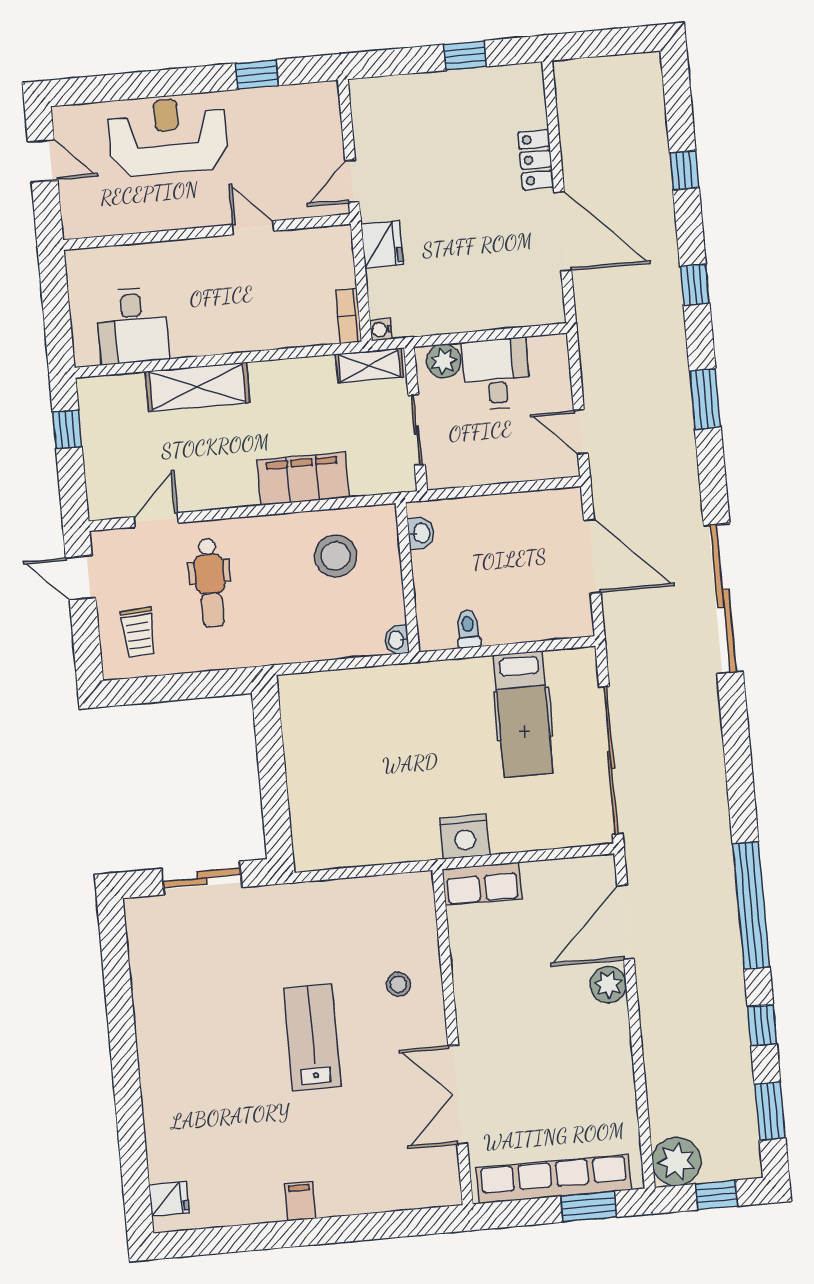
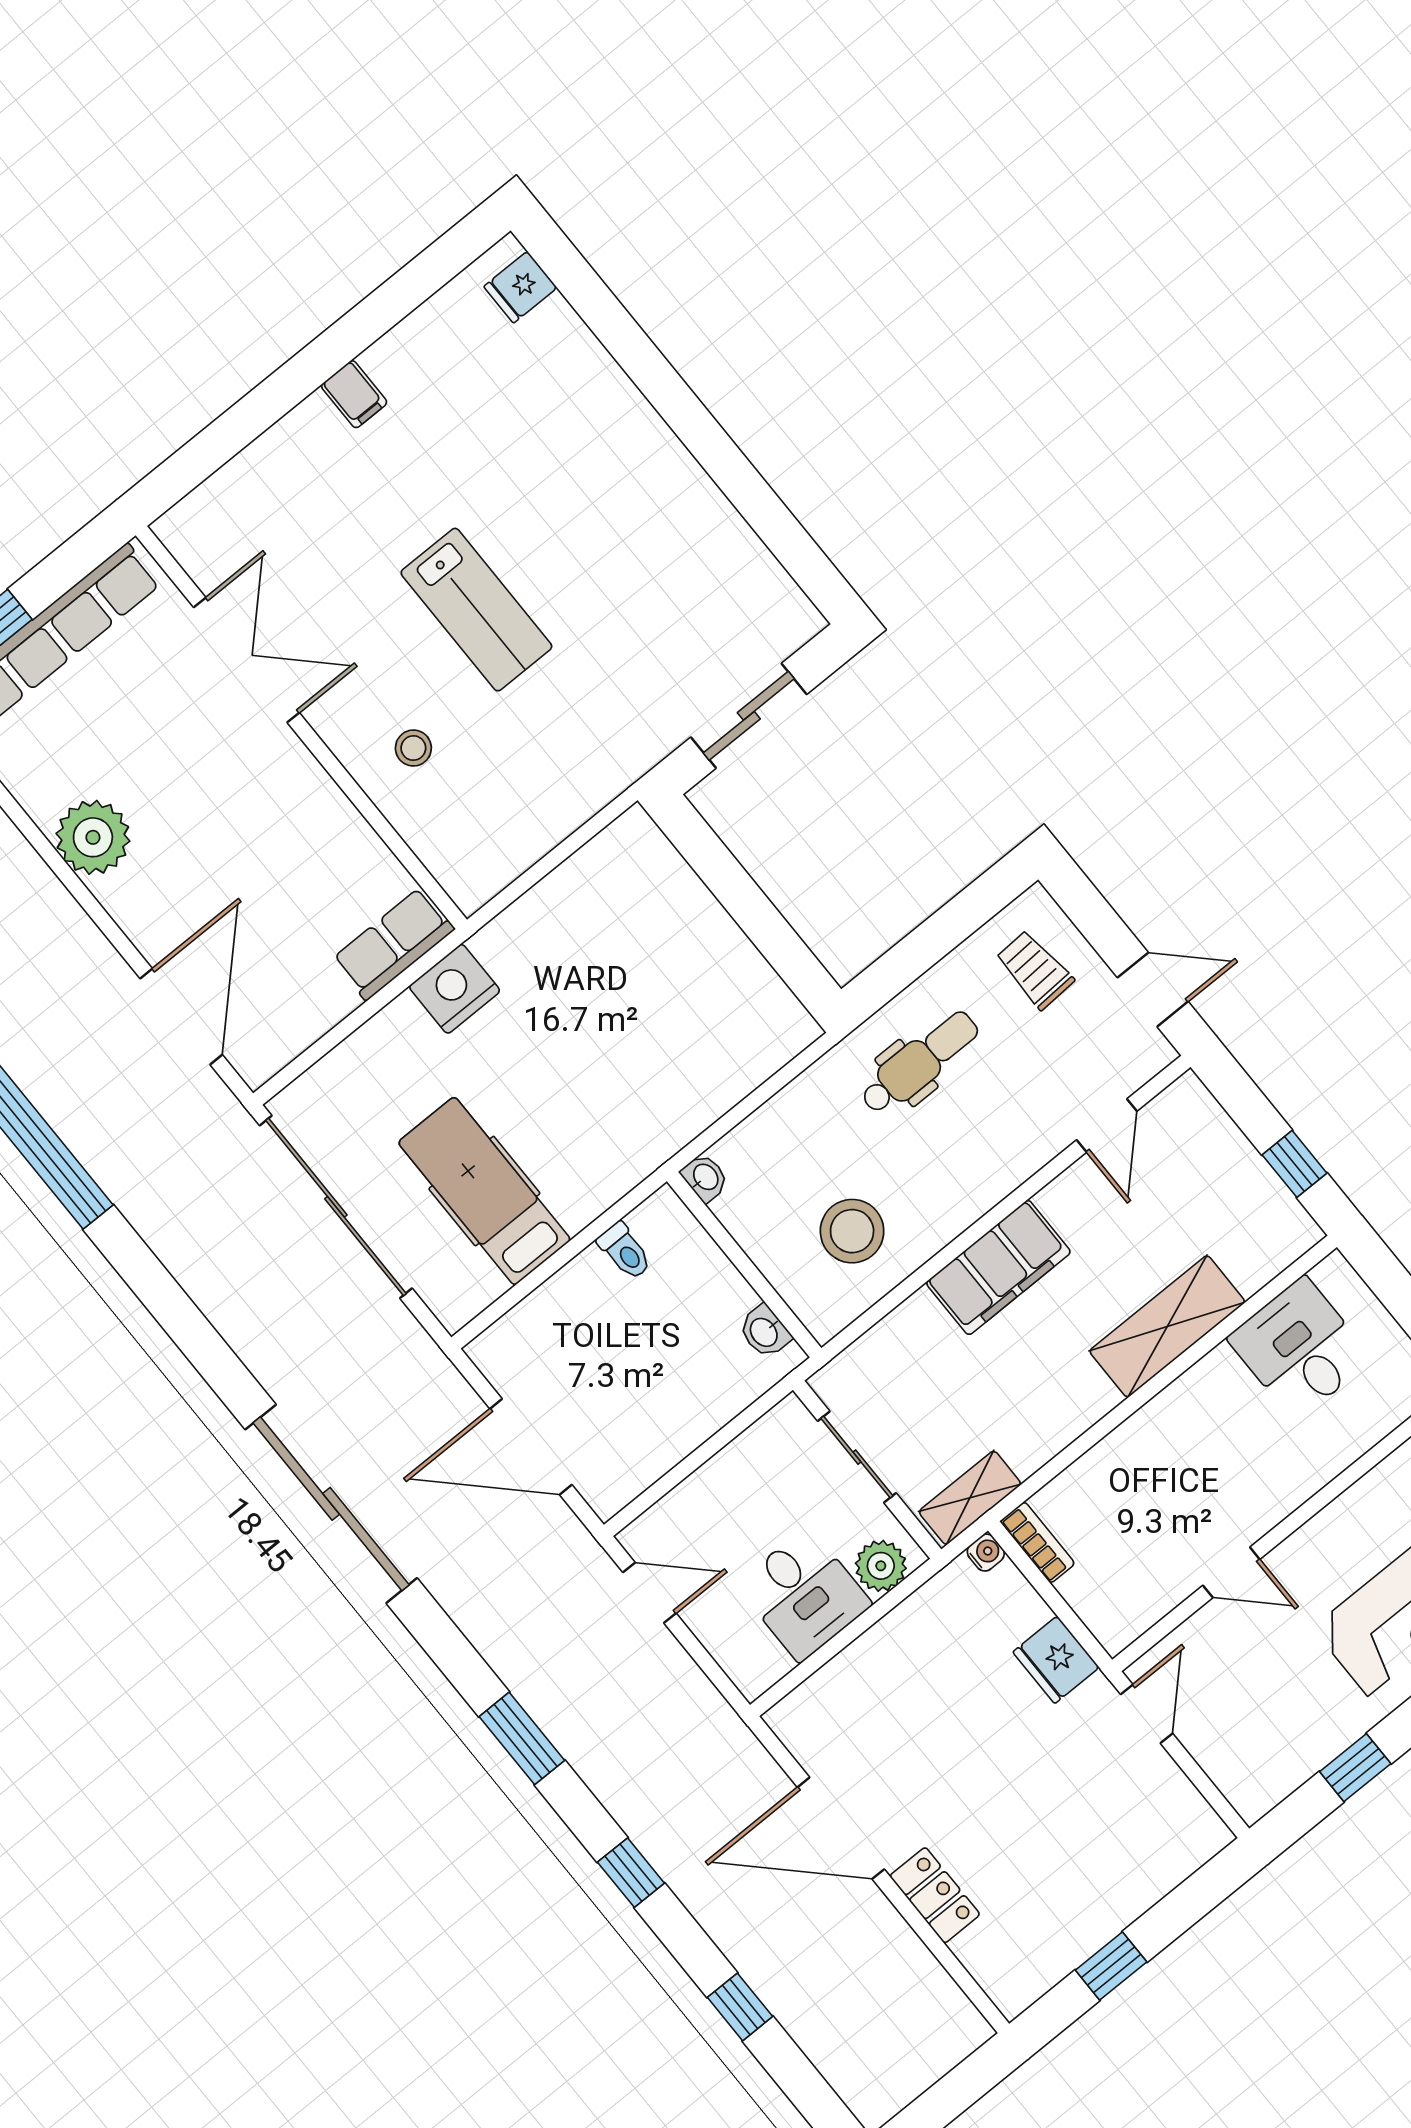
filing cabinet: (303, 479) -> (998, 1267), moved
dental chair: (210, 583) -> (919, 1062), moved, turned 90
plant: (608, 985) -> (93, 837), moved, width x1.36, depth x1.36

